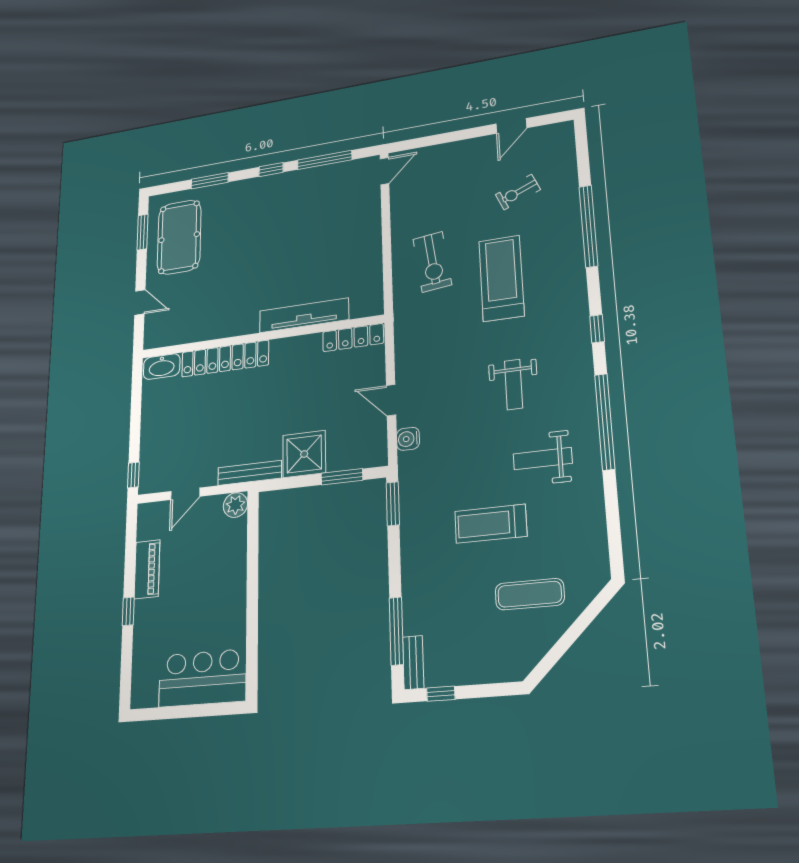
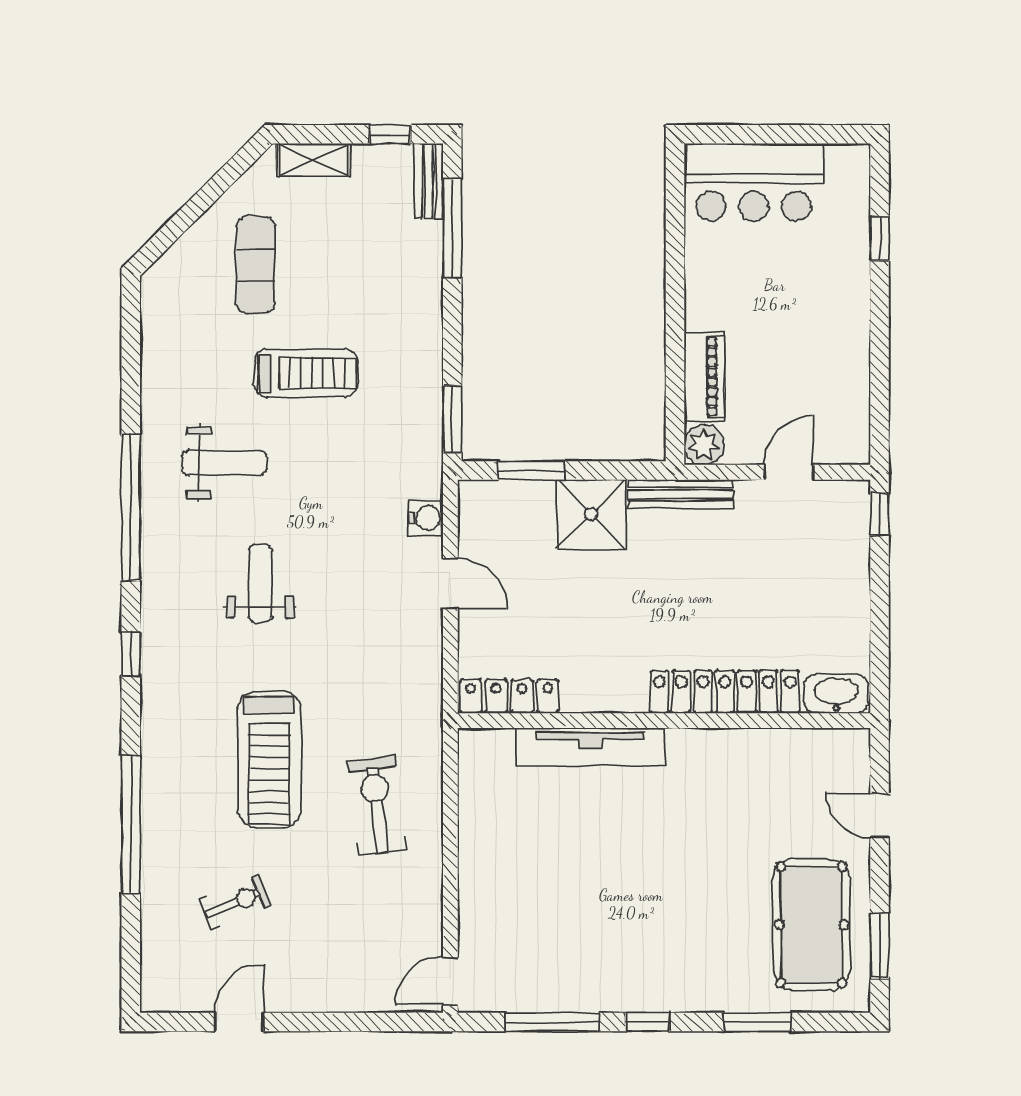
piano: (147, 569) -> (704, 377), moved, turned 180
exercise mat: (530, 594) -> (255, 265), turned 90
window: (128, 611) -> (880, 239), moved
shelving: (493, 671) -> (314, 160), added

